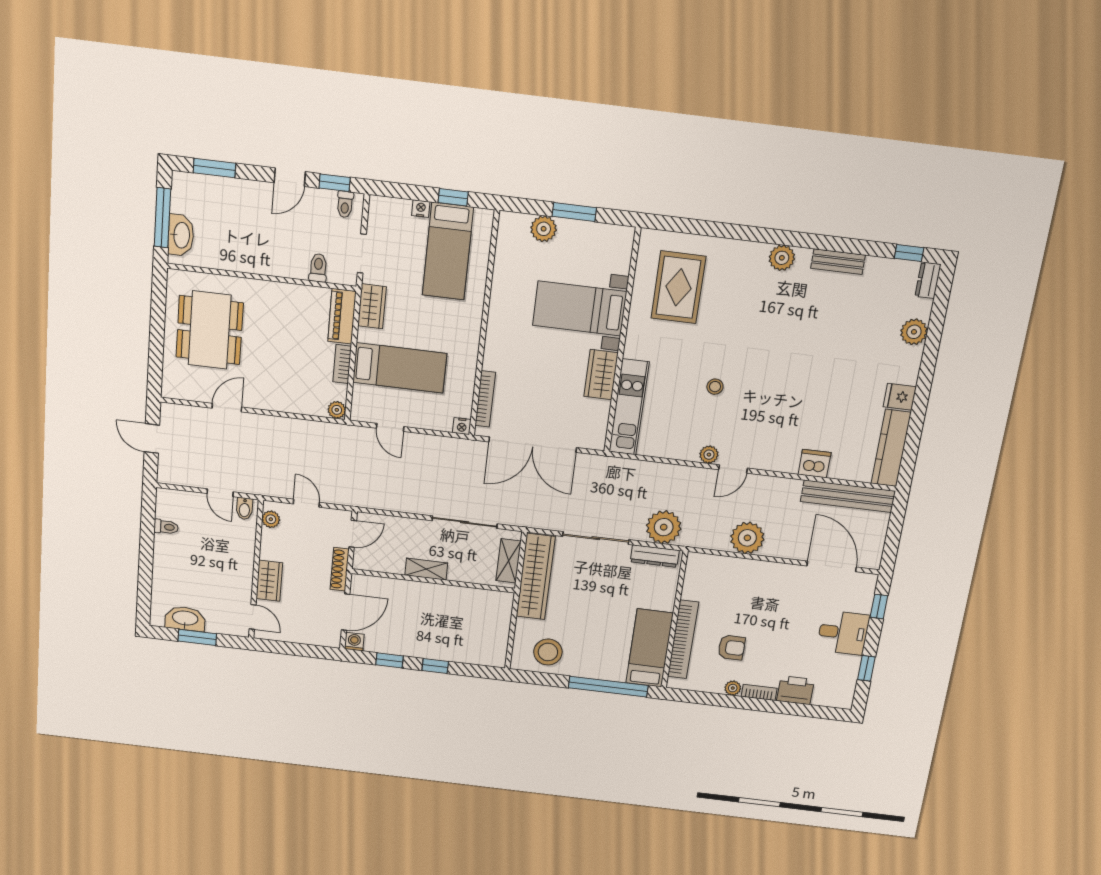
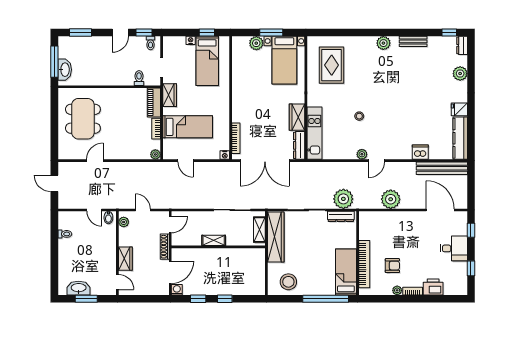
bed with nightstands: (580, 308) -> (284, 60), moved, turned -90
dresser: (598, 425) -> (299, 145), added

